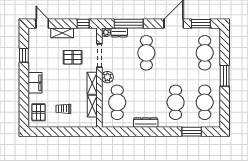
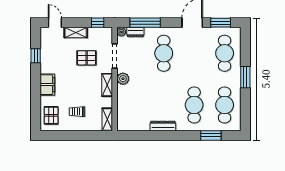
cafe table: (117, 102) -> (133, 105), removed
shelving: (92, 106) -> (107, 119), moved

